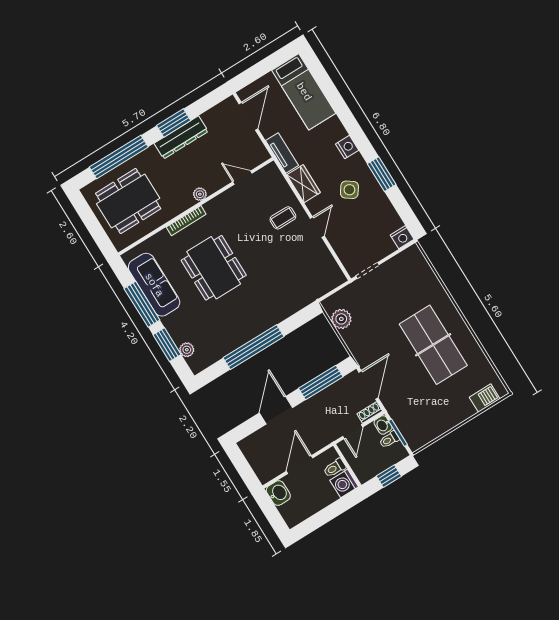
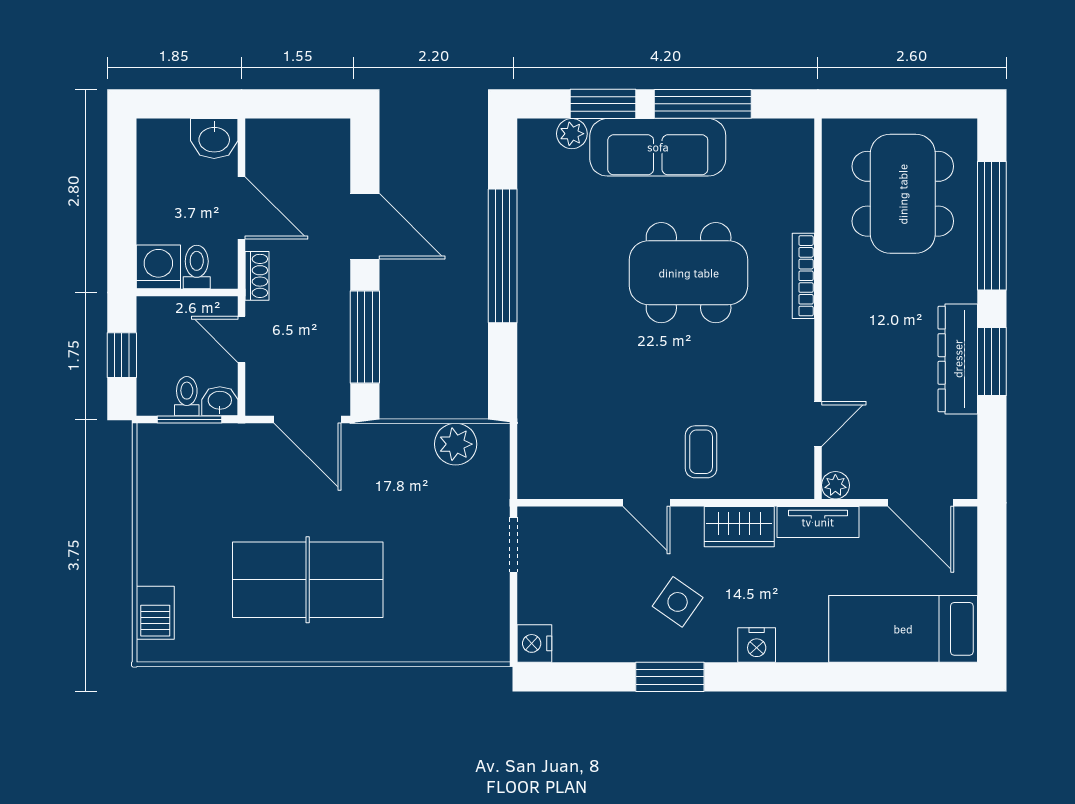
plant: (200, 194) -> (835, 485), moved
sofa: (154, 285) -> (658, 147), moved
shoe rack: (370, 412) -> (257, 276), moved

